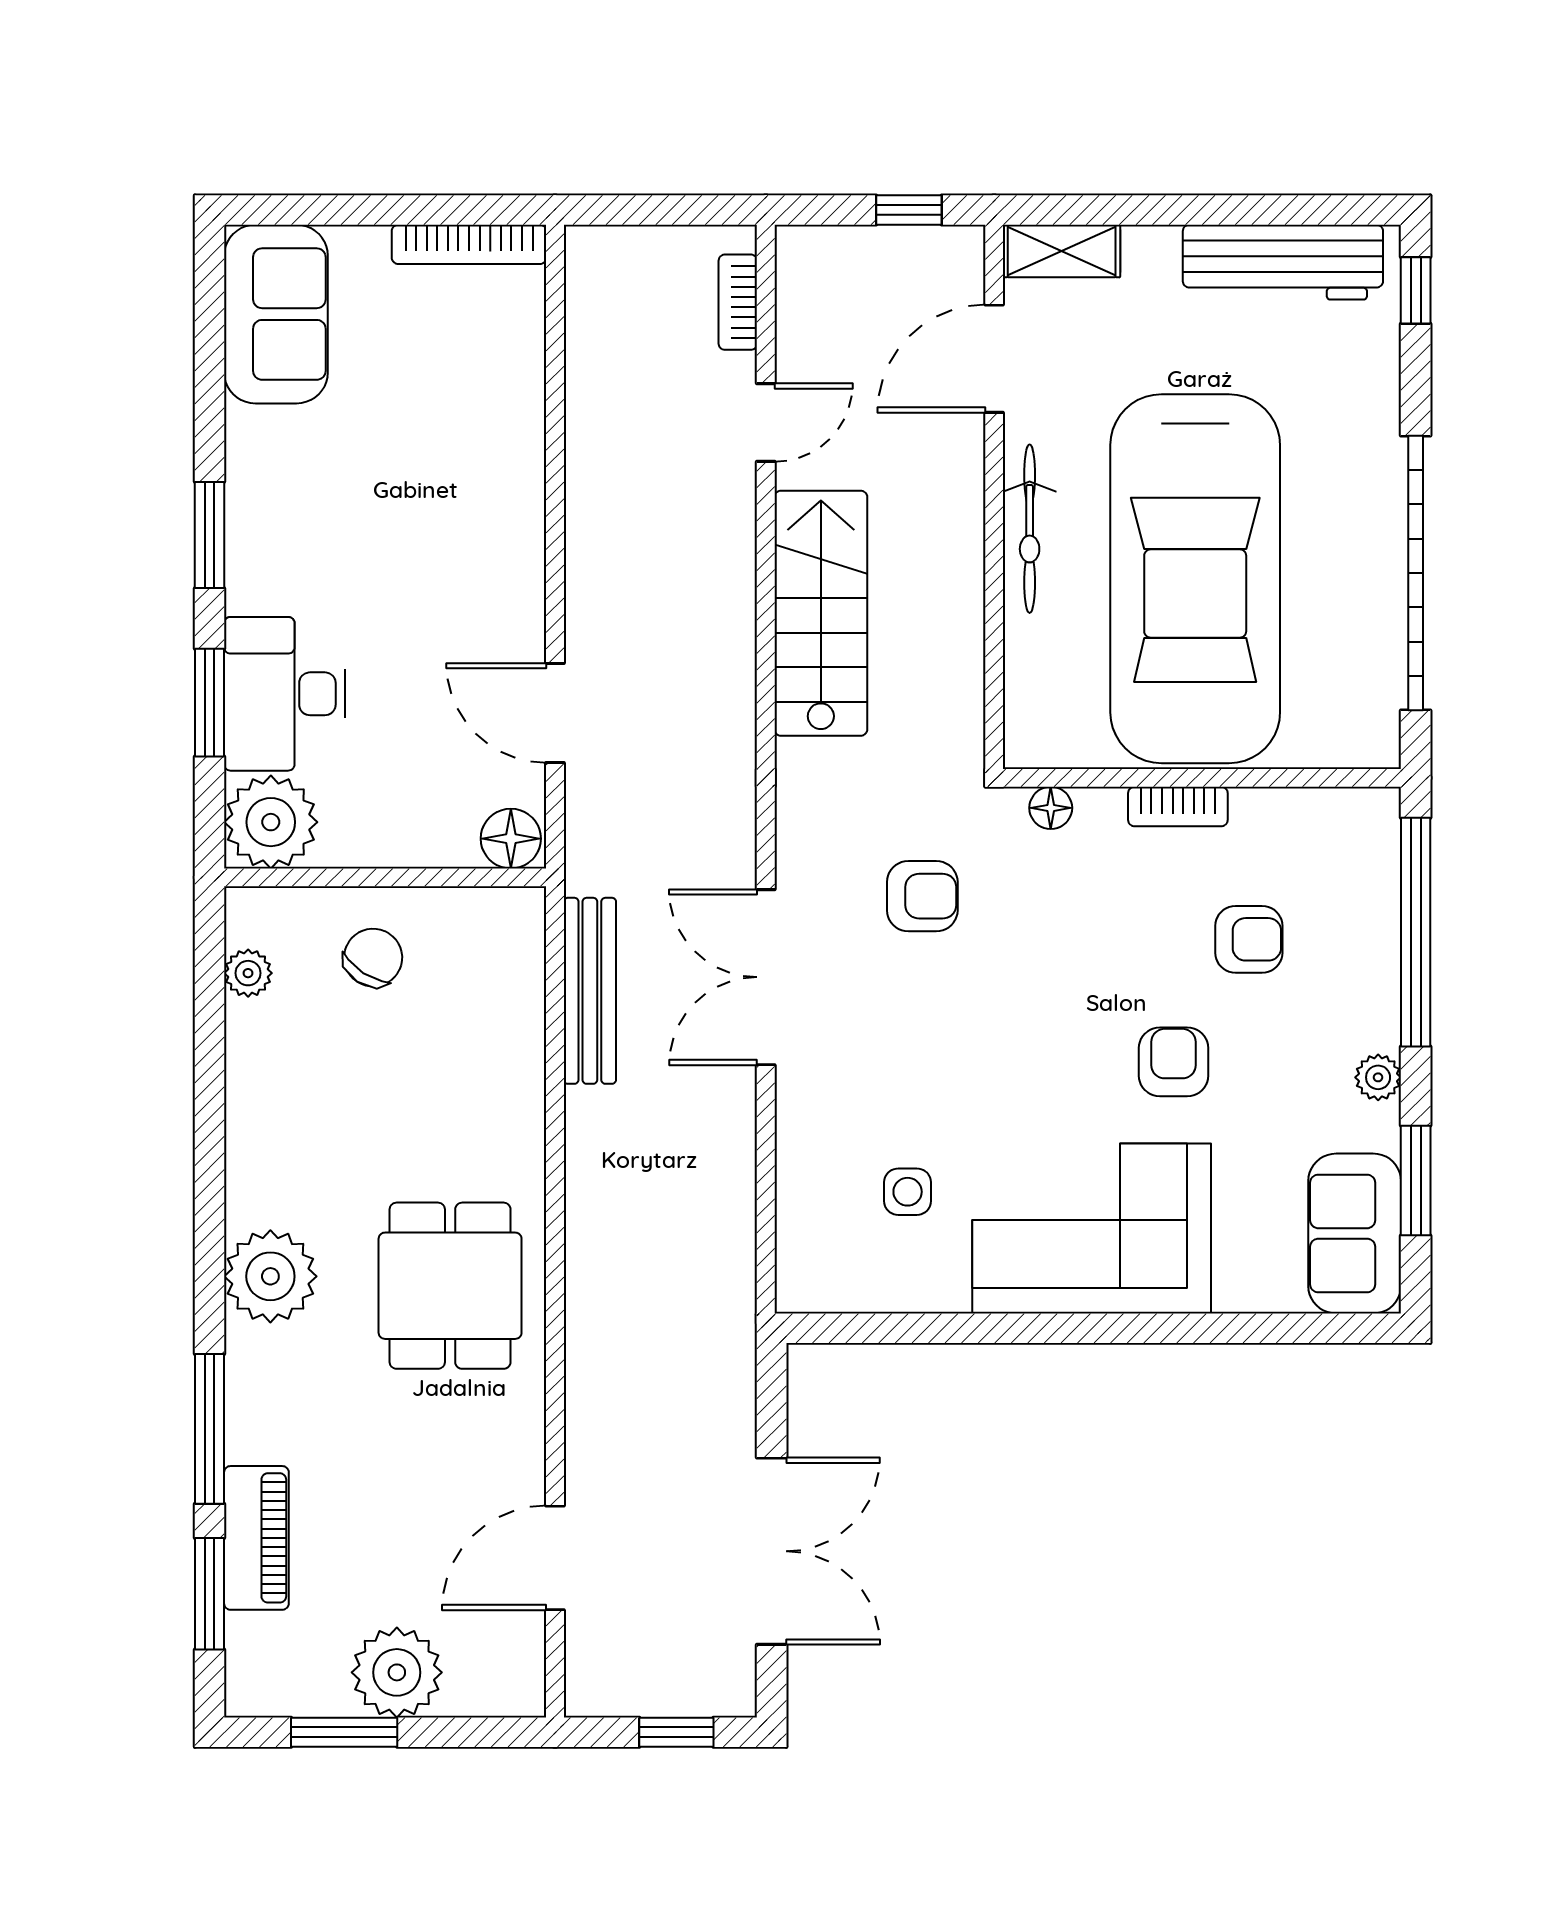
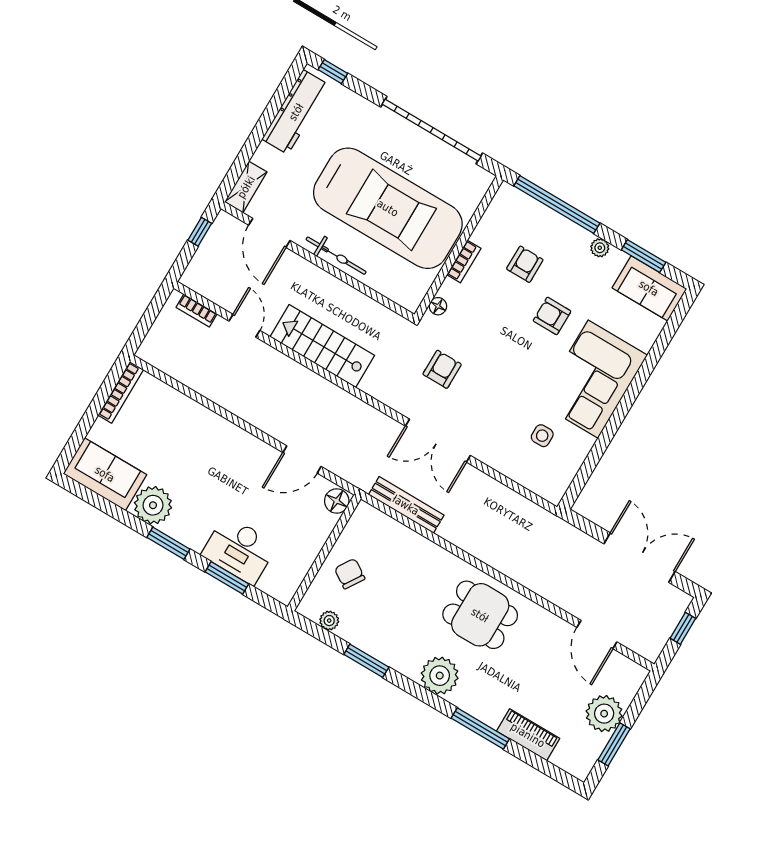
plant: (271, 822) -> (153, 505), moved
window: (210, 1594) -> (366, 661), moved

